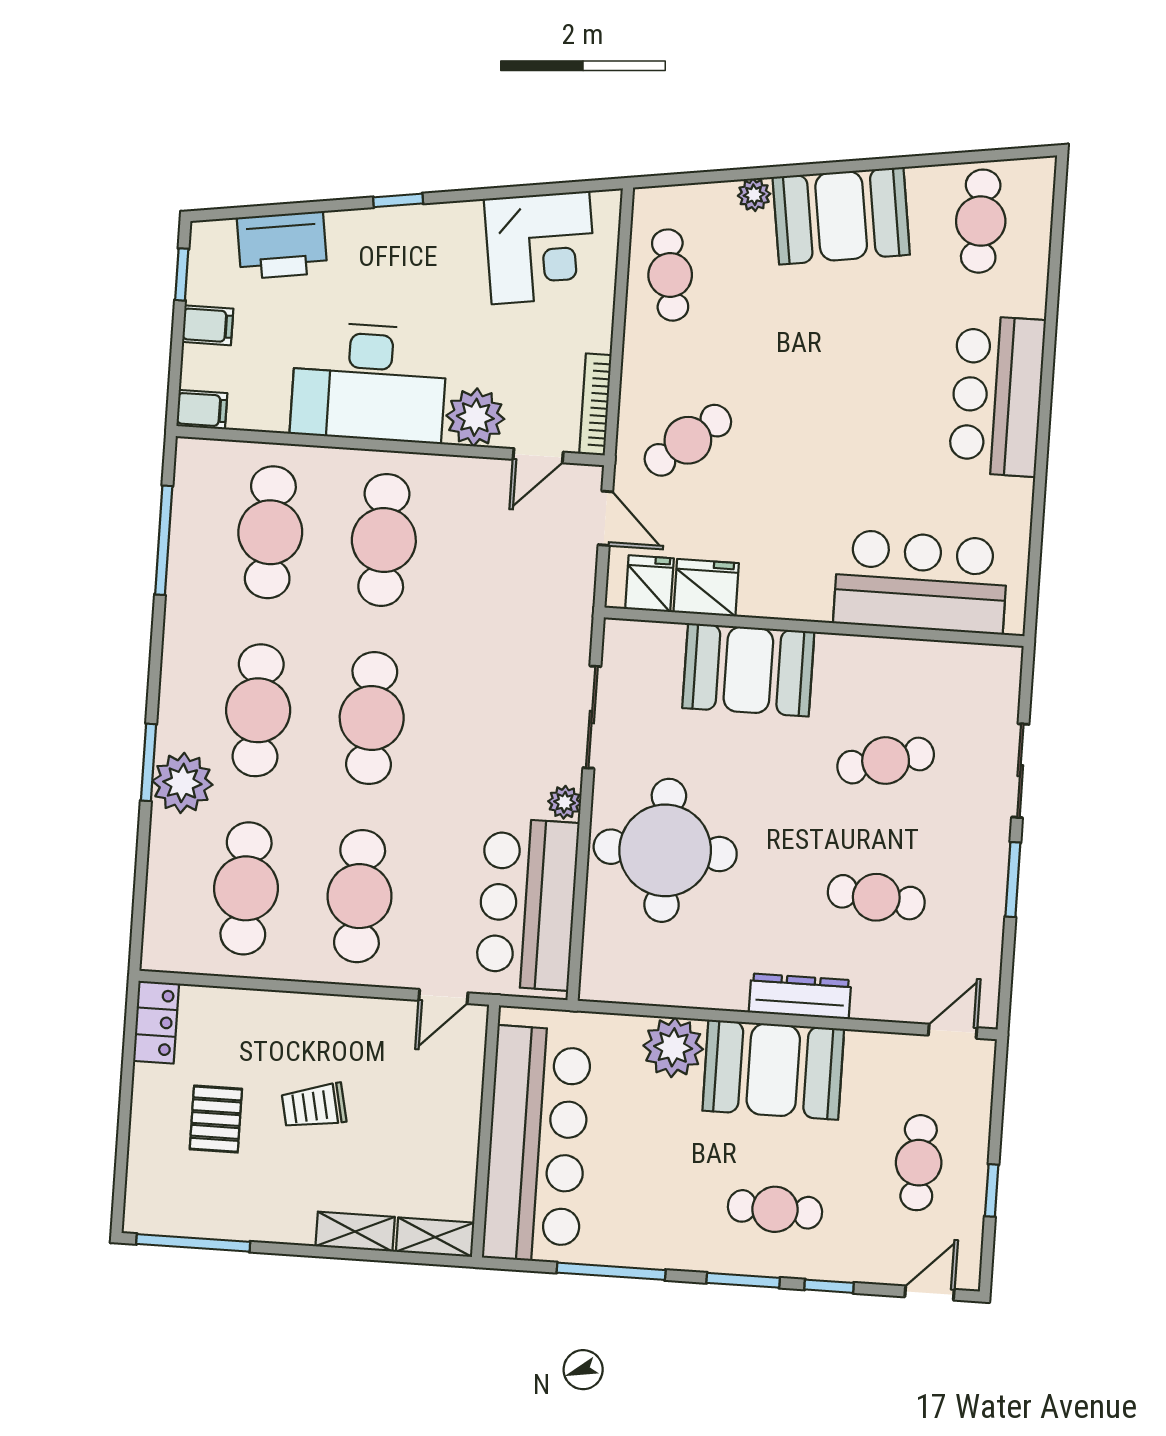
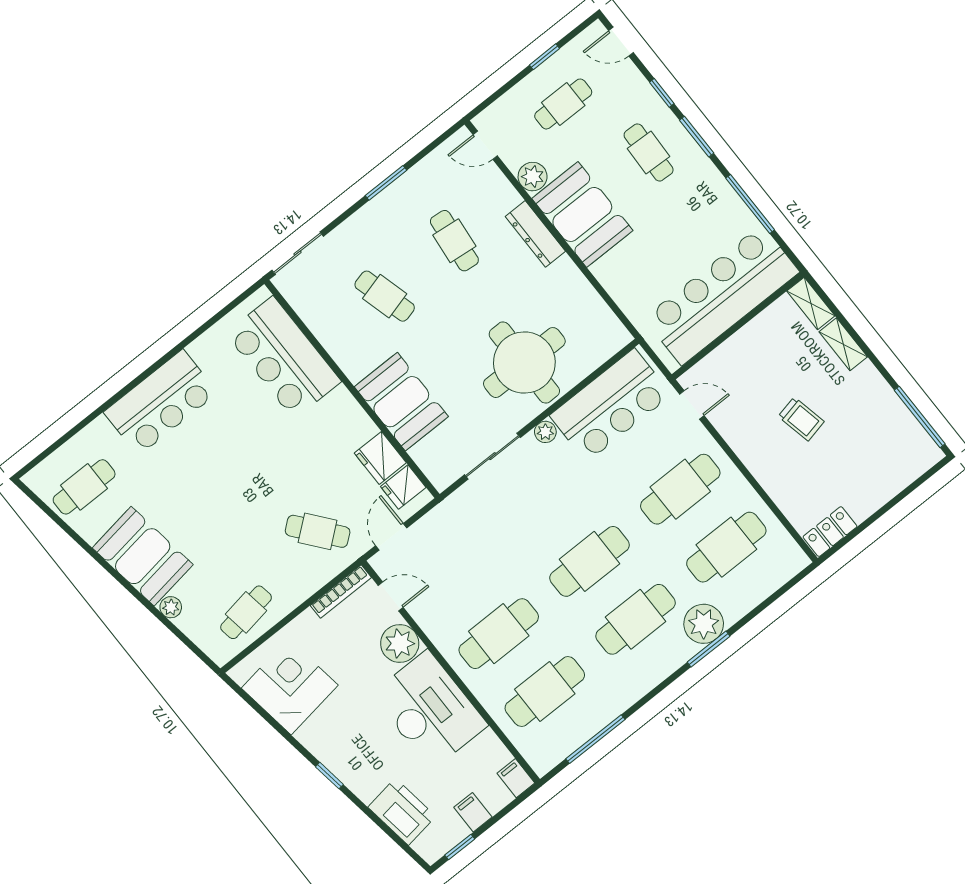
sliding door: (1020, 771) -> (298, 253), moved
plant: (673, 1047) -> (533, 177), moved, width x0.73, depth x0.73
pallet: (216, 1119) -> (850, 460), removed

